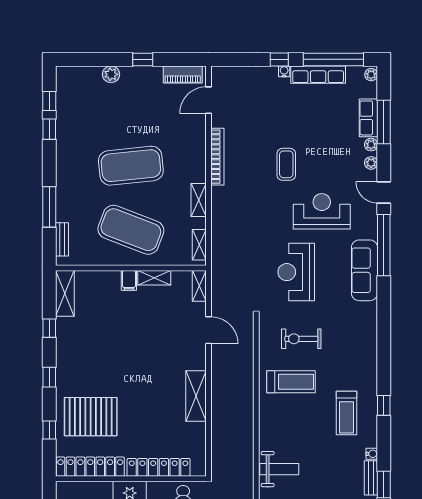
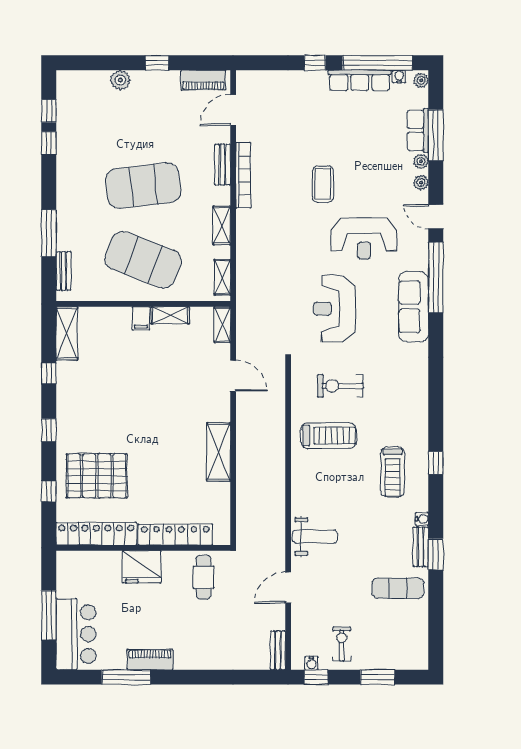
water cooler: (284, 71) -> (399, 77), moved
bench: (199, 147) -> (223, 165), added
reception desk: (322, 211) -> (364, 239), turned 180

